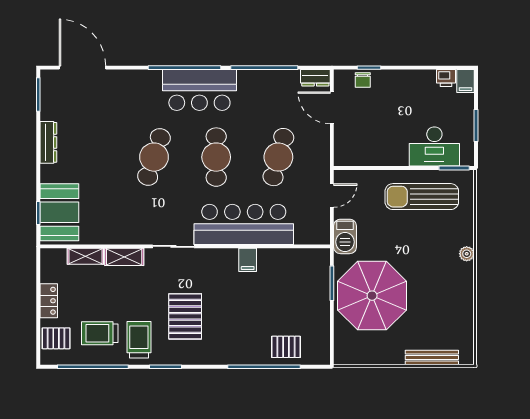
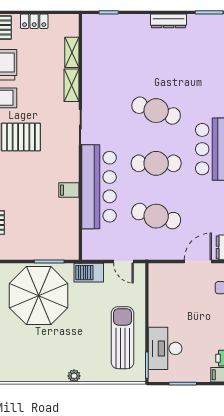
booth: (59, 212) -> (109, 30), removed

